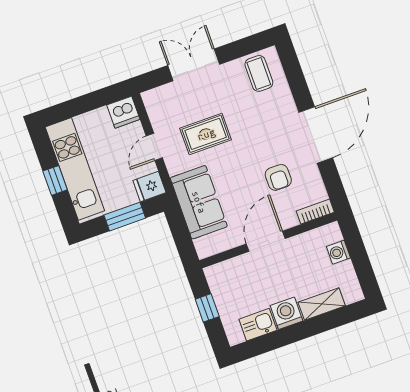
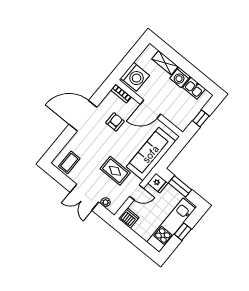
plant: (167, 92) -> (105, 202), added
sofa: (199, 202) -> (151, 154), width x1.36
washing machine: (338, 252) -> (135, 77), width x1.89, depth x1.89

